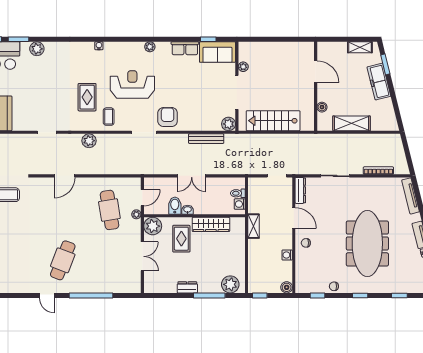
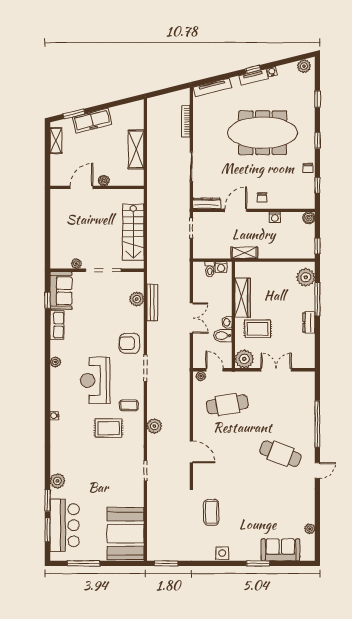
boiler: (322, 107) -> (104, 181), moved
plant: (229, 124) -> (137, 299), moved
plant: (136, 214) -> (201, 376), moved

